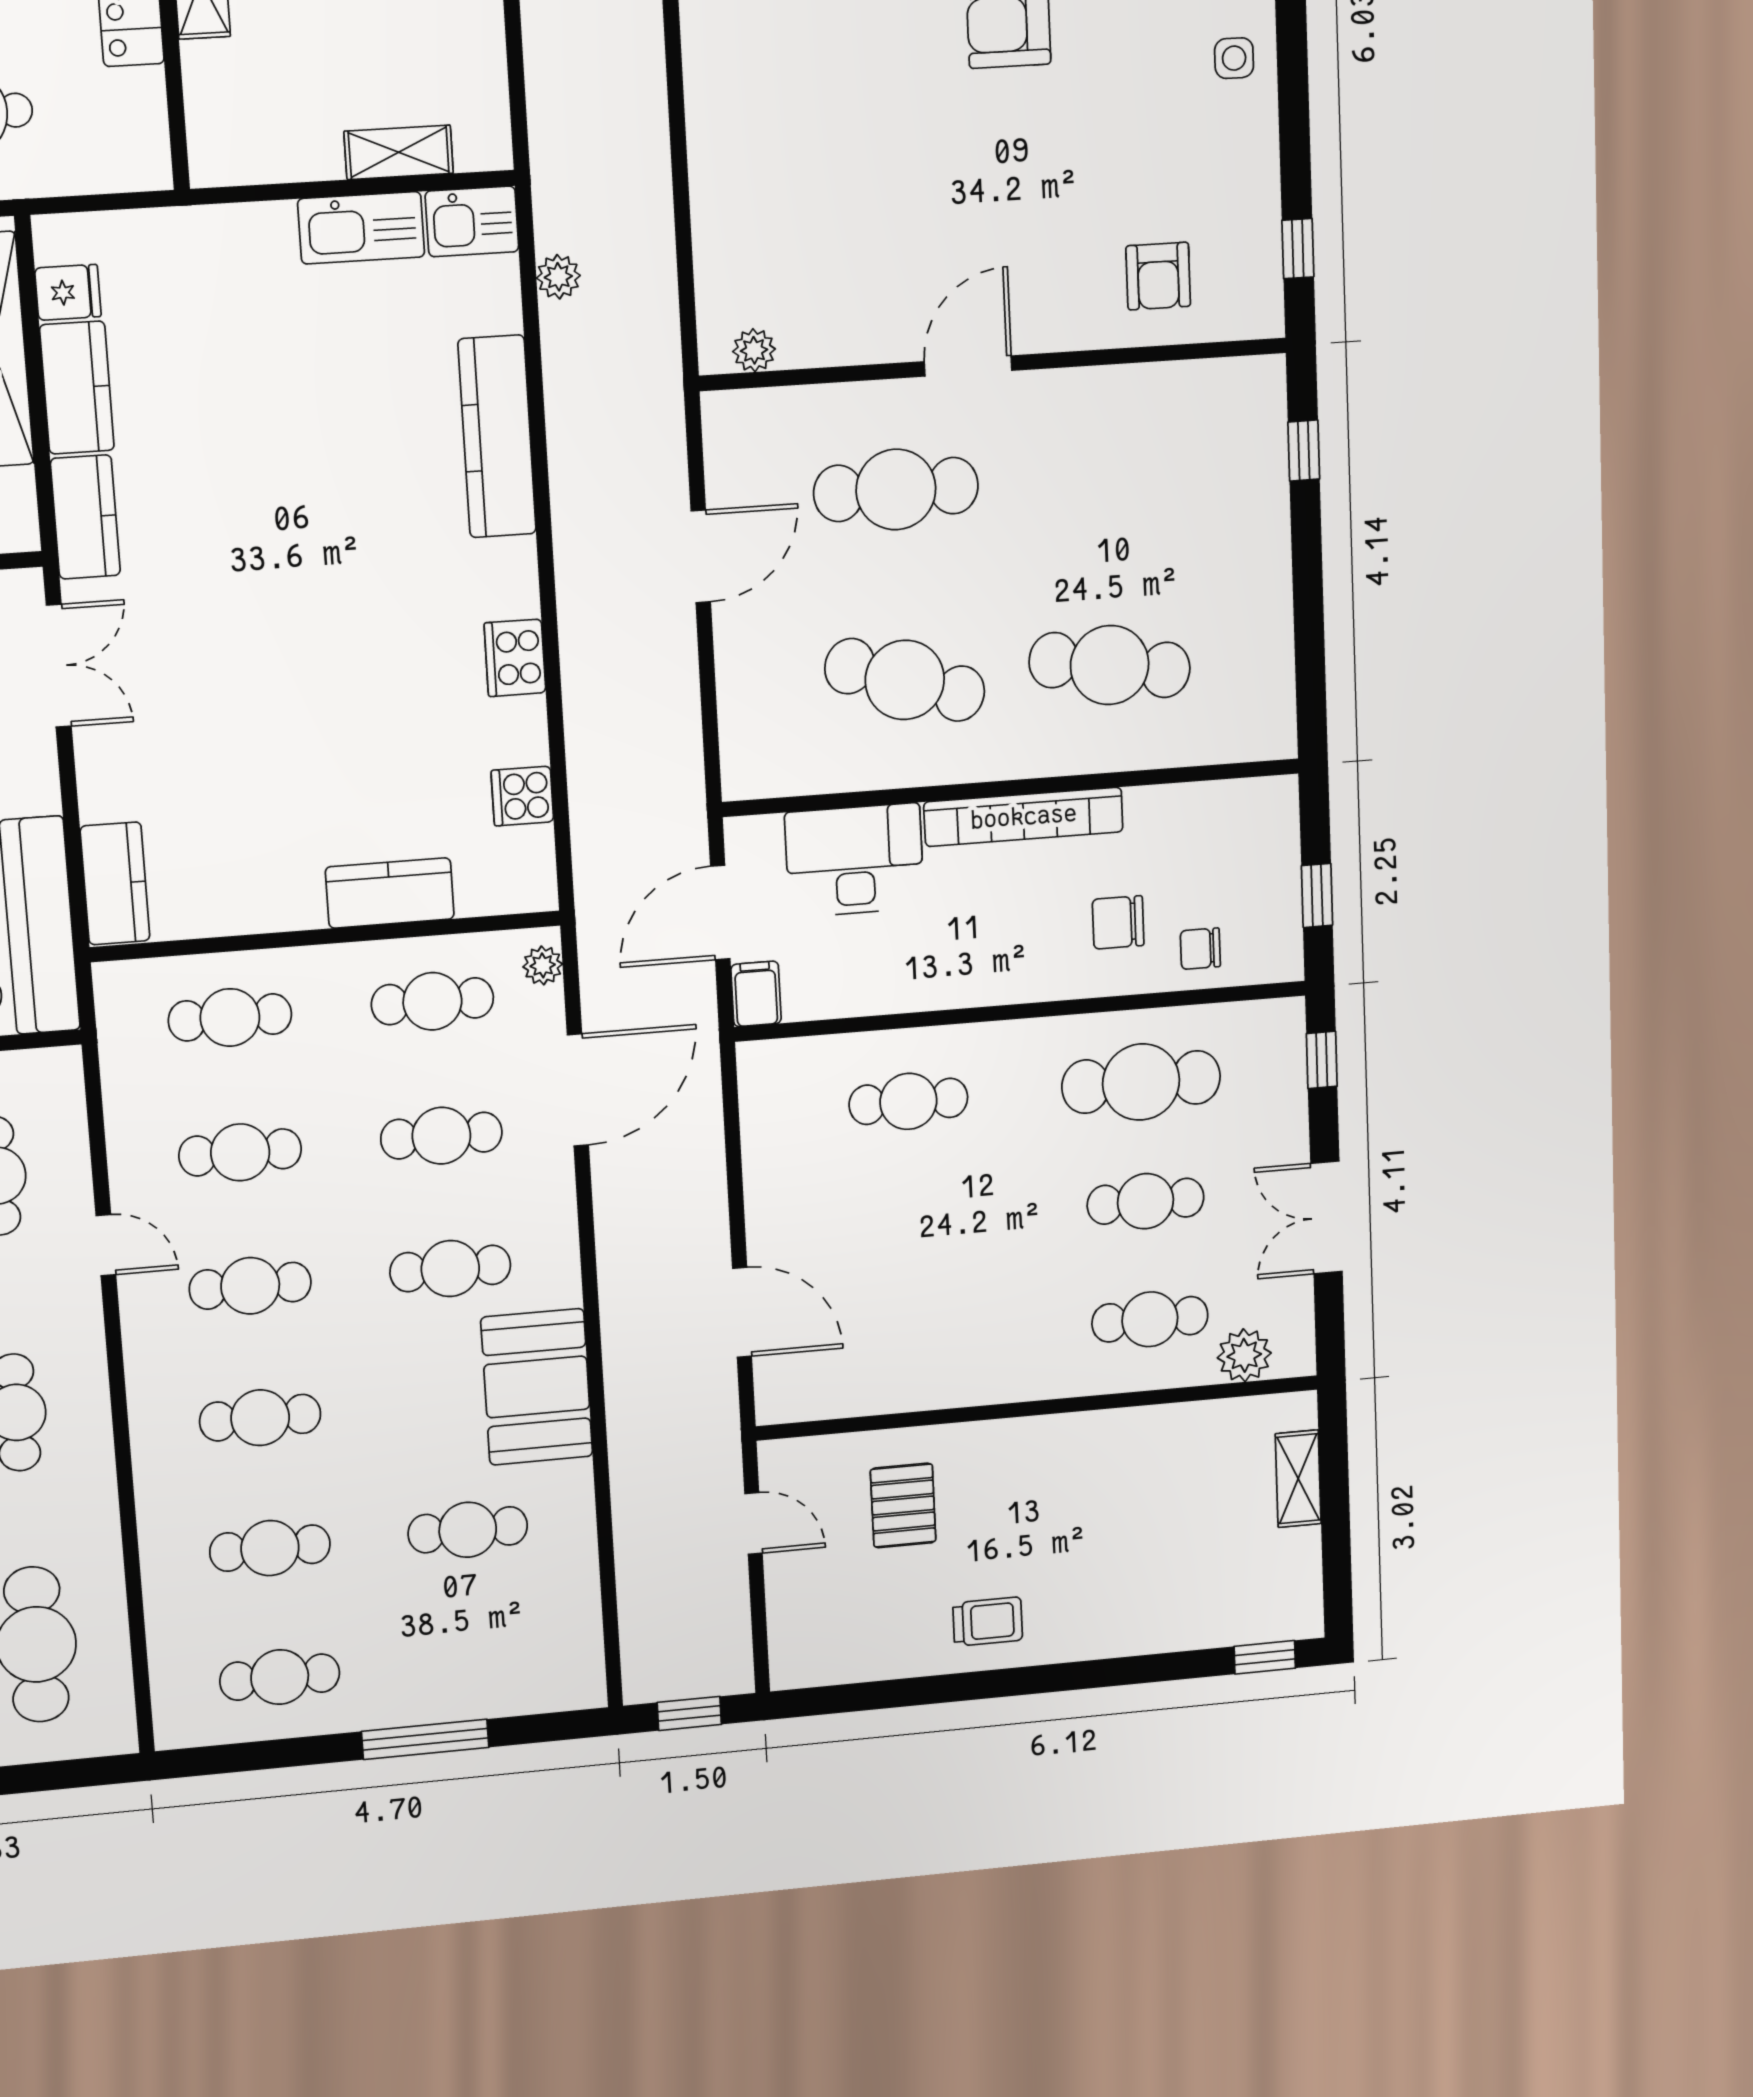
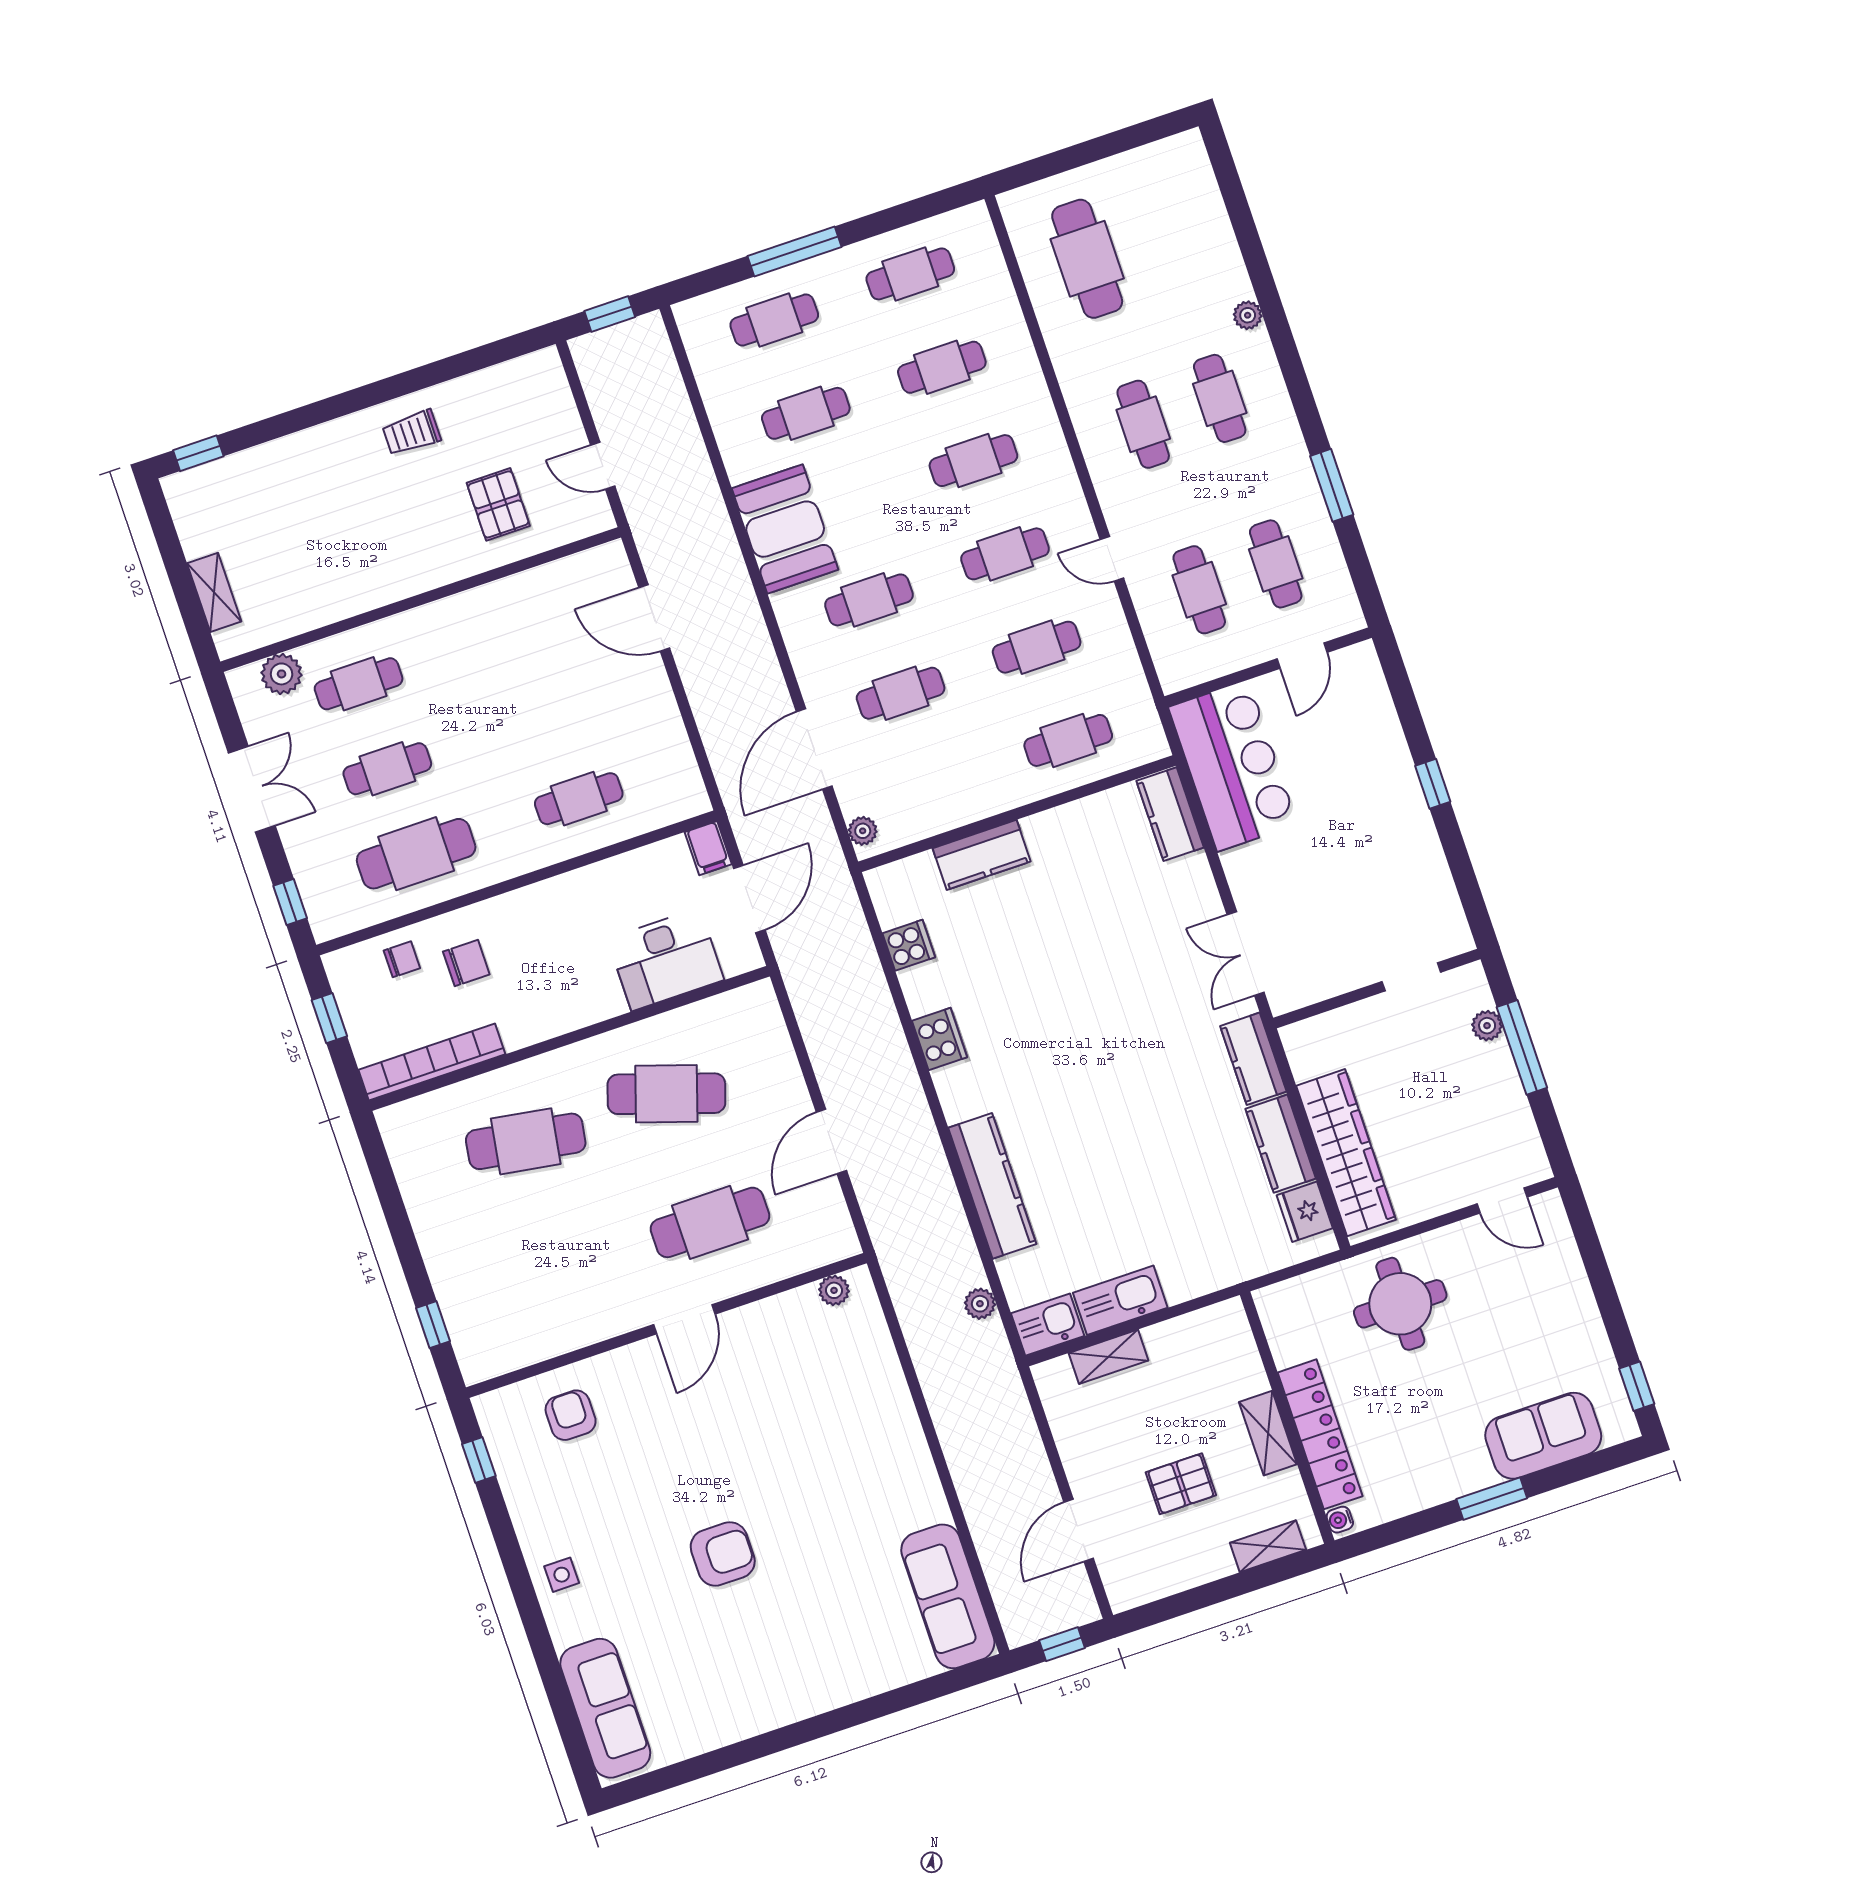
fridge: (68, 292) -> (1305, 1212), width x1.38
bookcase: (1024, 817) -> (432, 1062), moved
cafe table: (432, 1001) -> (774, 320), moved

